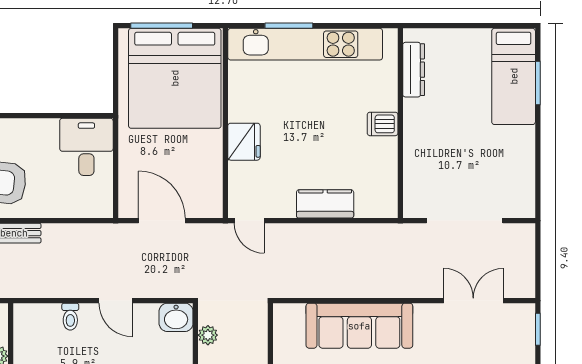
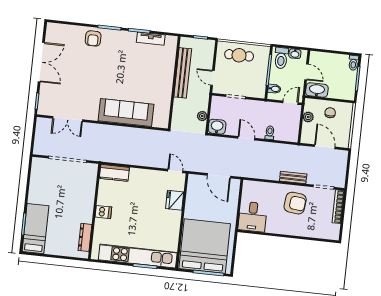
fridge: (244, 142) -> (175, 200), moved
kitchen counter: (325, 204) -> (114, 173), moved

